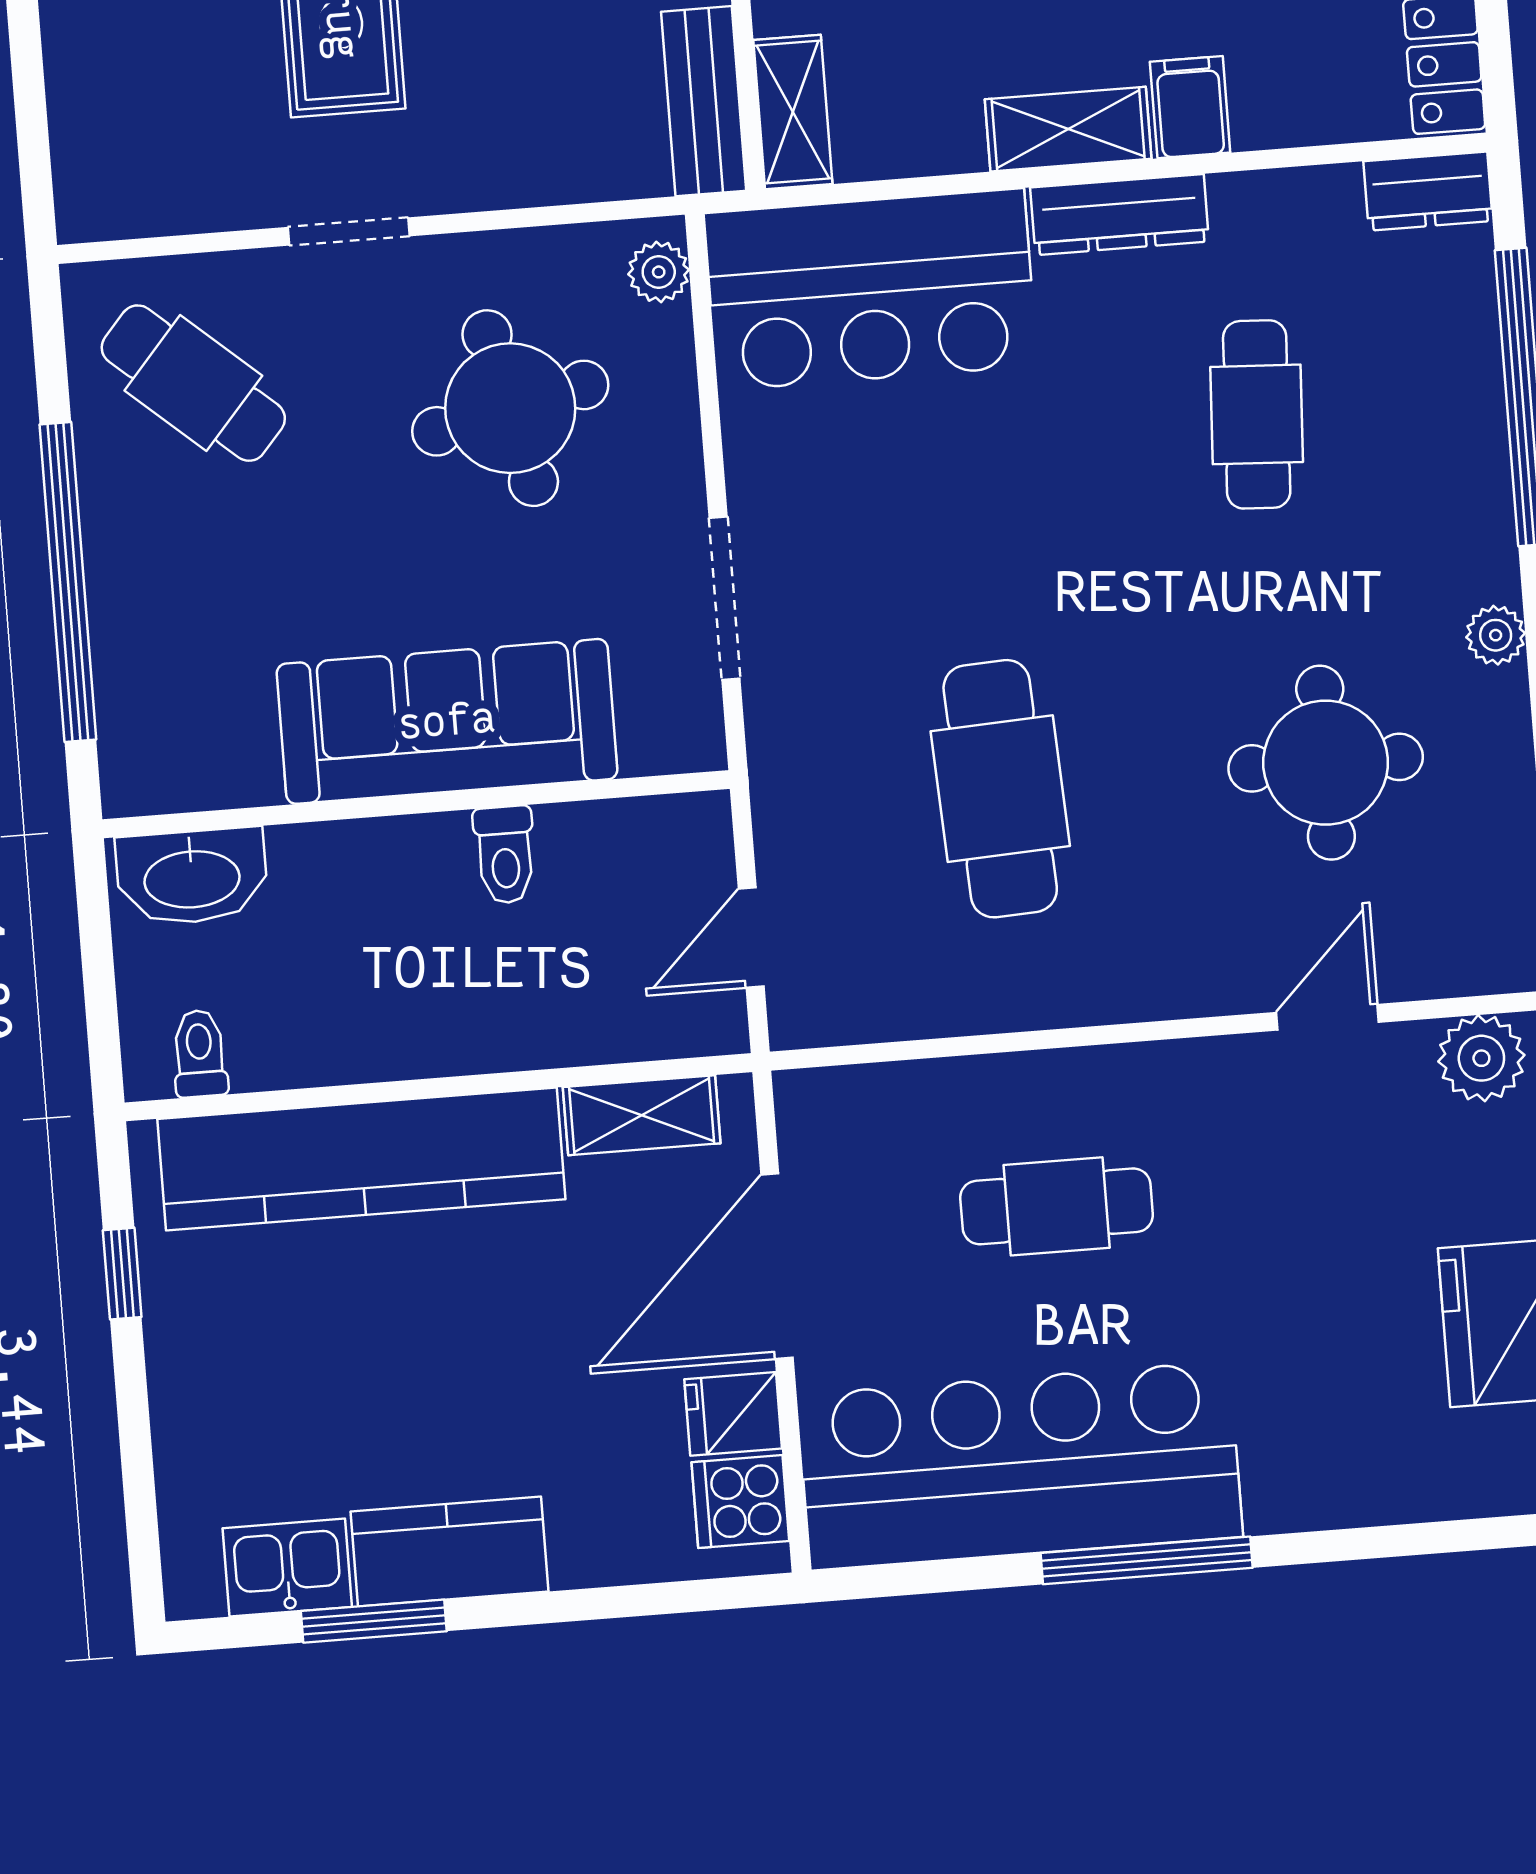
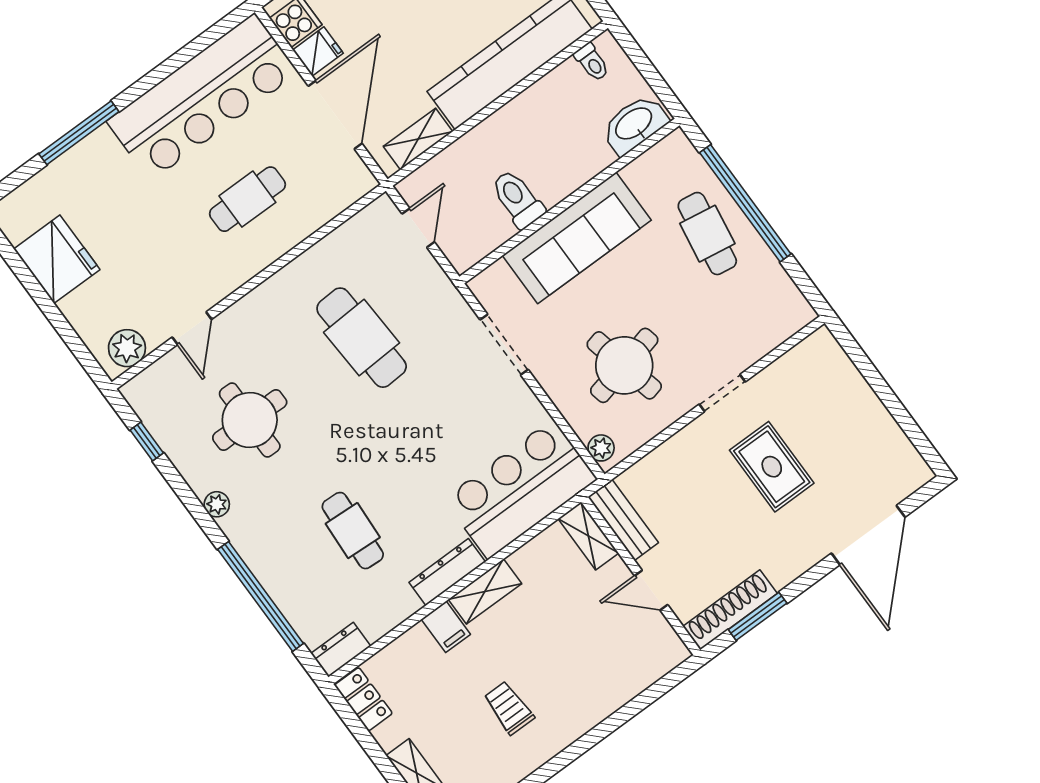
cafe table: (193, 383) -> (707, 234), moved, turned 58
toilet: (505, 855) -> (518, 199), width x1.37, depth x1.39
window: (1147, 1560) -> (79, 133), moved

